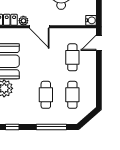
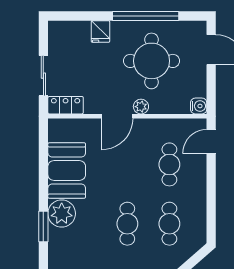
plant: (23, 21) -> (141, 107), moved
door: (39, 27) -> (117, 116), hinge flipped

